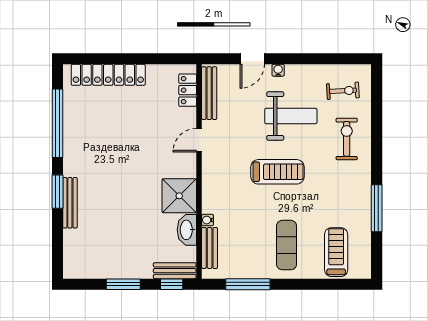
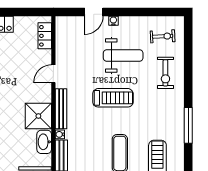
bench: (209, 93) -> (61, 109), moved
exercise bike: (347, 139) -> (165, 73), turned 180

